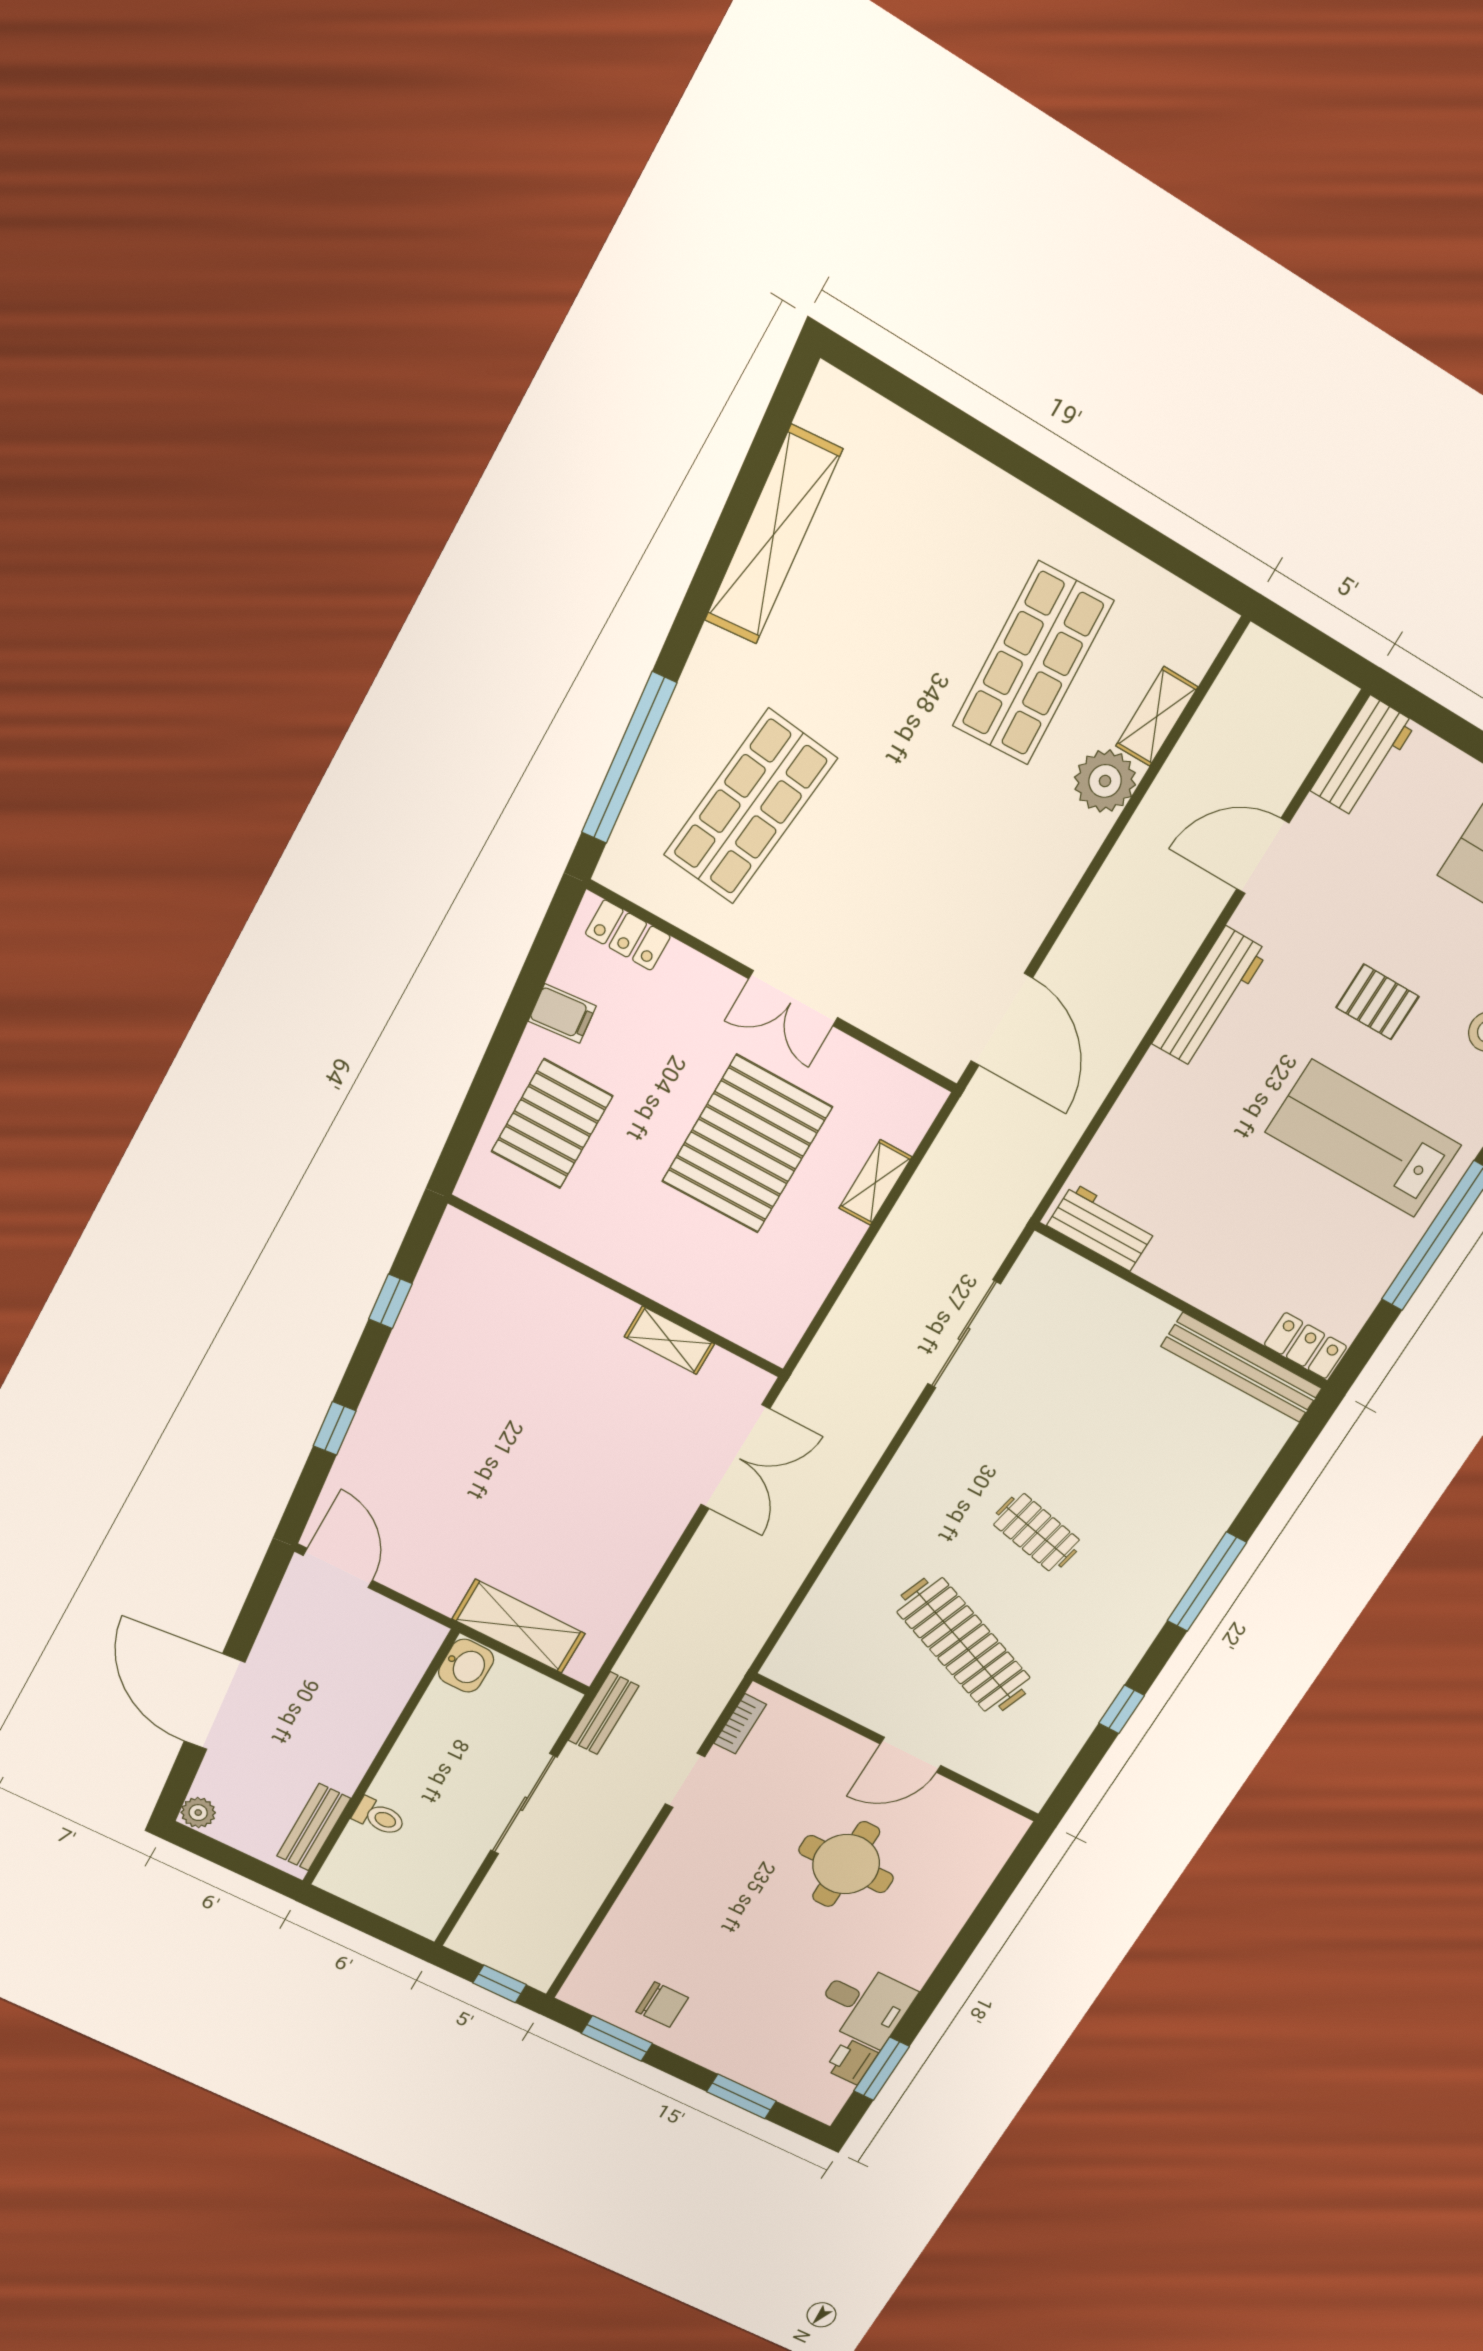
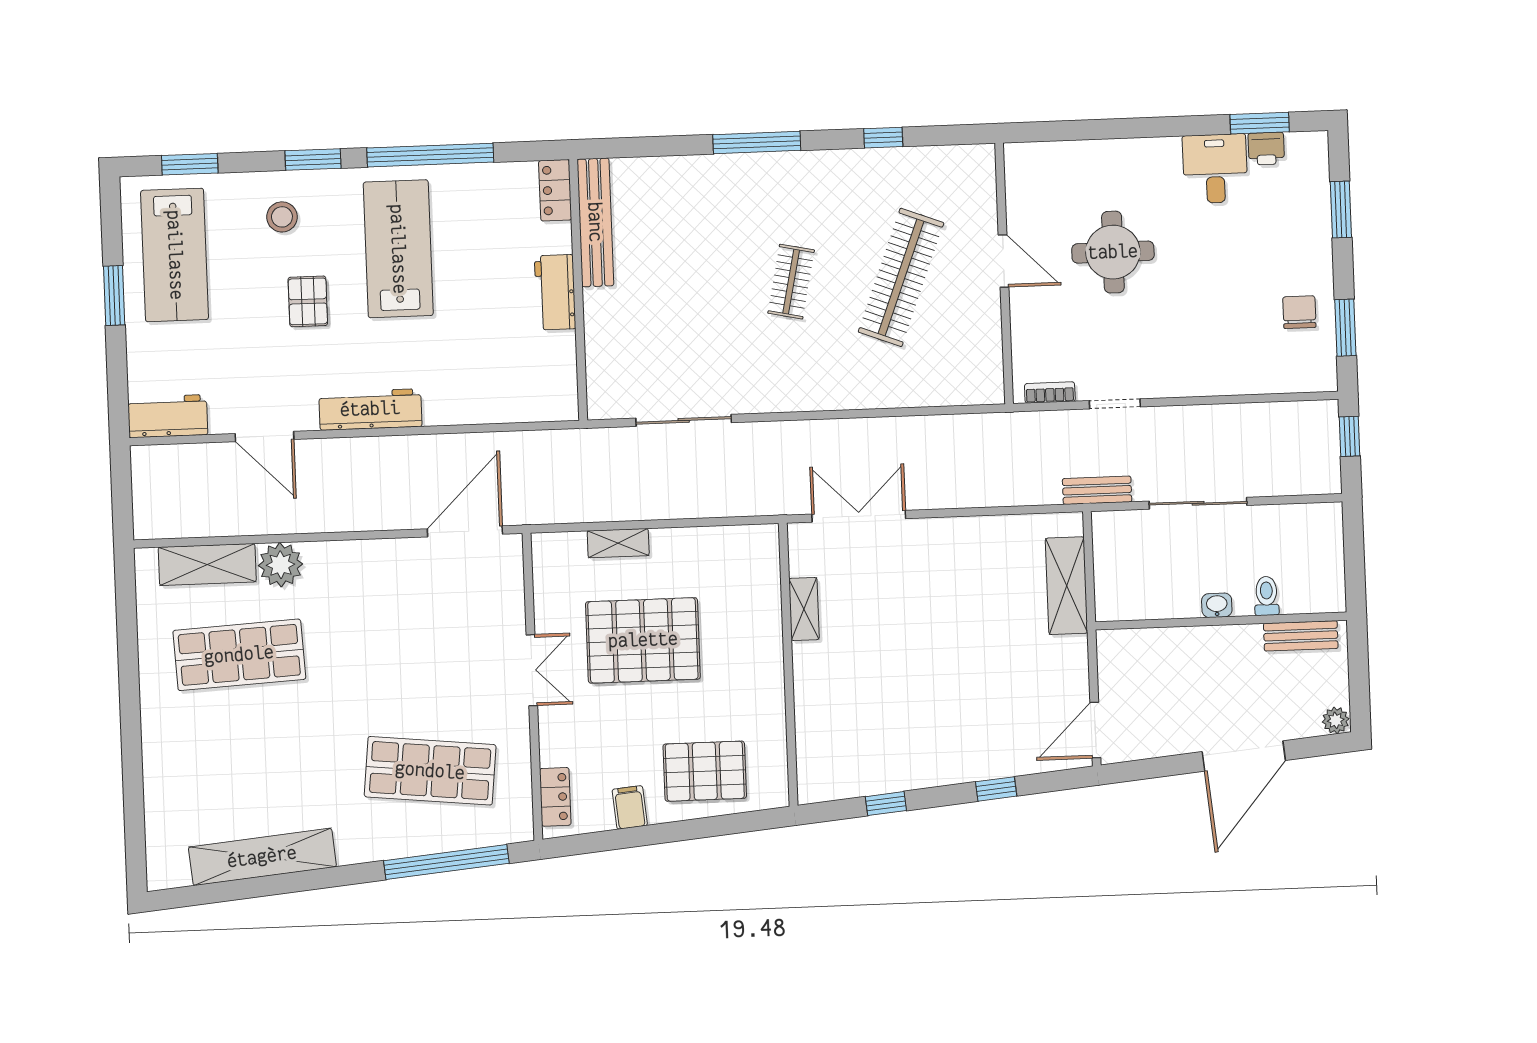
shelving: (1157, 716) -> (207, 565), width x1.50, depth x1.33
lab bench: (1363, 1139) -> (398, 249), turned 180
workbench: (1102, 1227) -> (555, 292), moved
washbasin: (466, 1666) -> (1217, 605), moved, width x0.72, depth x0.69

